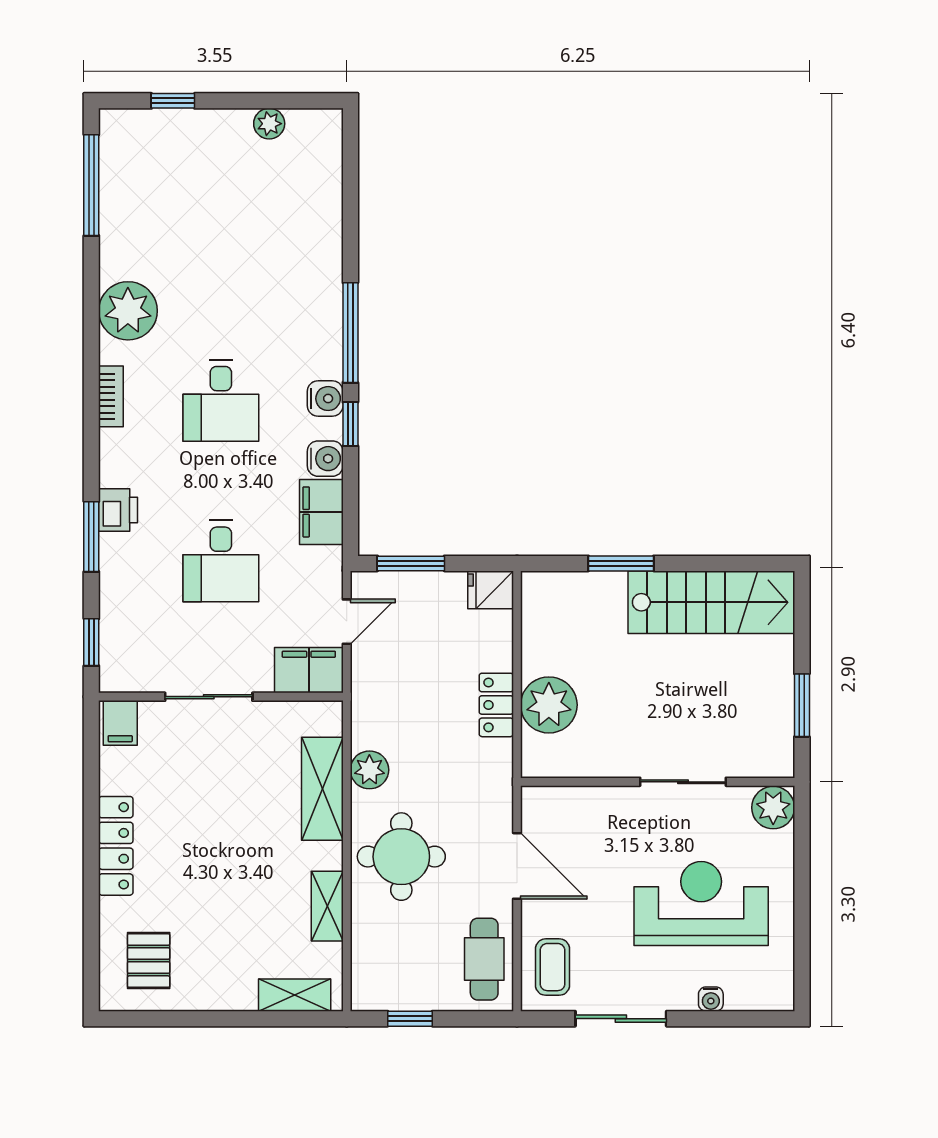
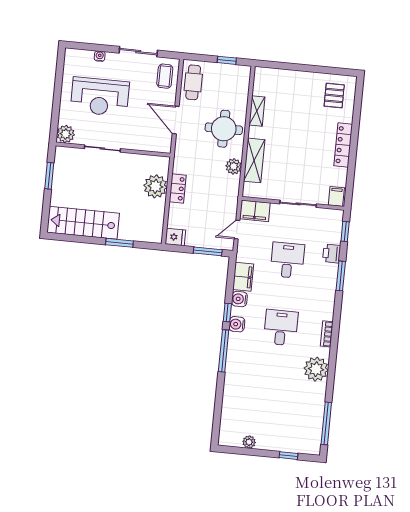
printer: (118, 510) -> (332, 254), moved
shelving: (295, 995) -> (274, 75), removed

